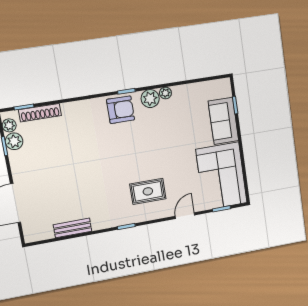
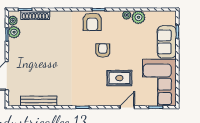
plant: (150, 99) -> (138, 17), moved
armchair: (121, 110) -> (92, 22), turned 90
armchair: (141, 146) -> (103, 50), added
rug: (148, 191) -> (119, 78), moved
bench: (73, 228) -> (39, 101), width x1.36

